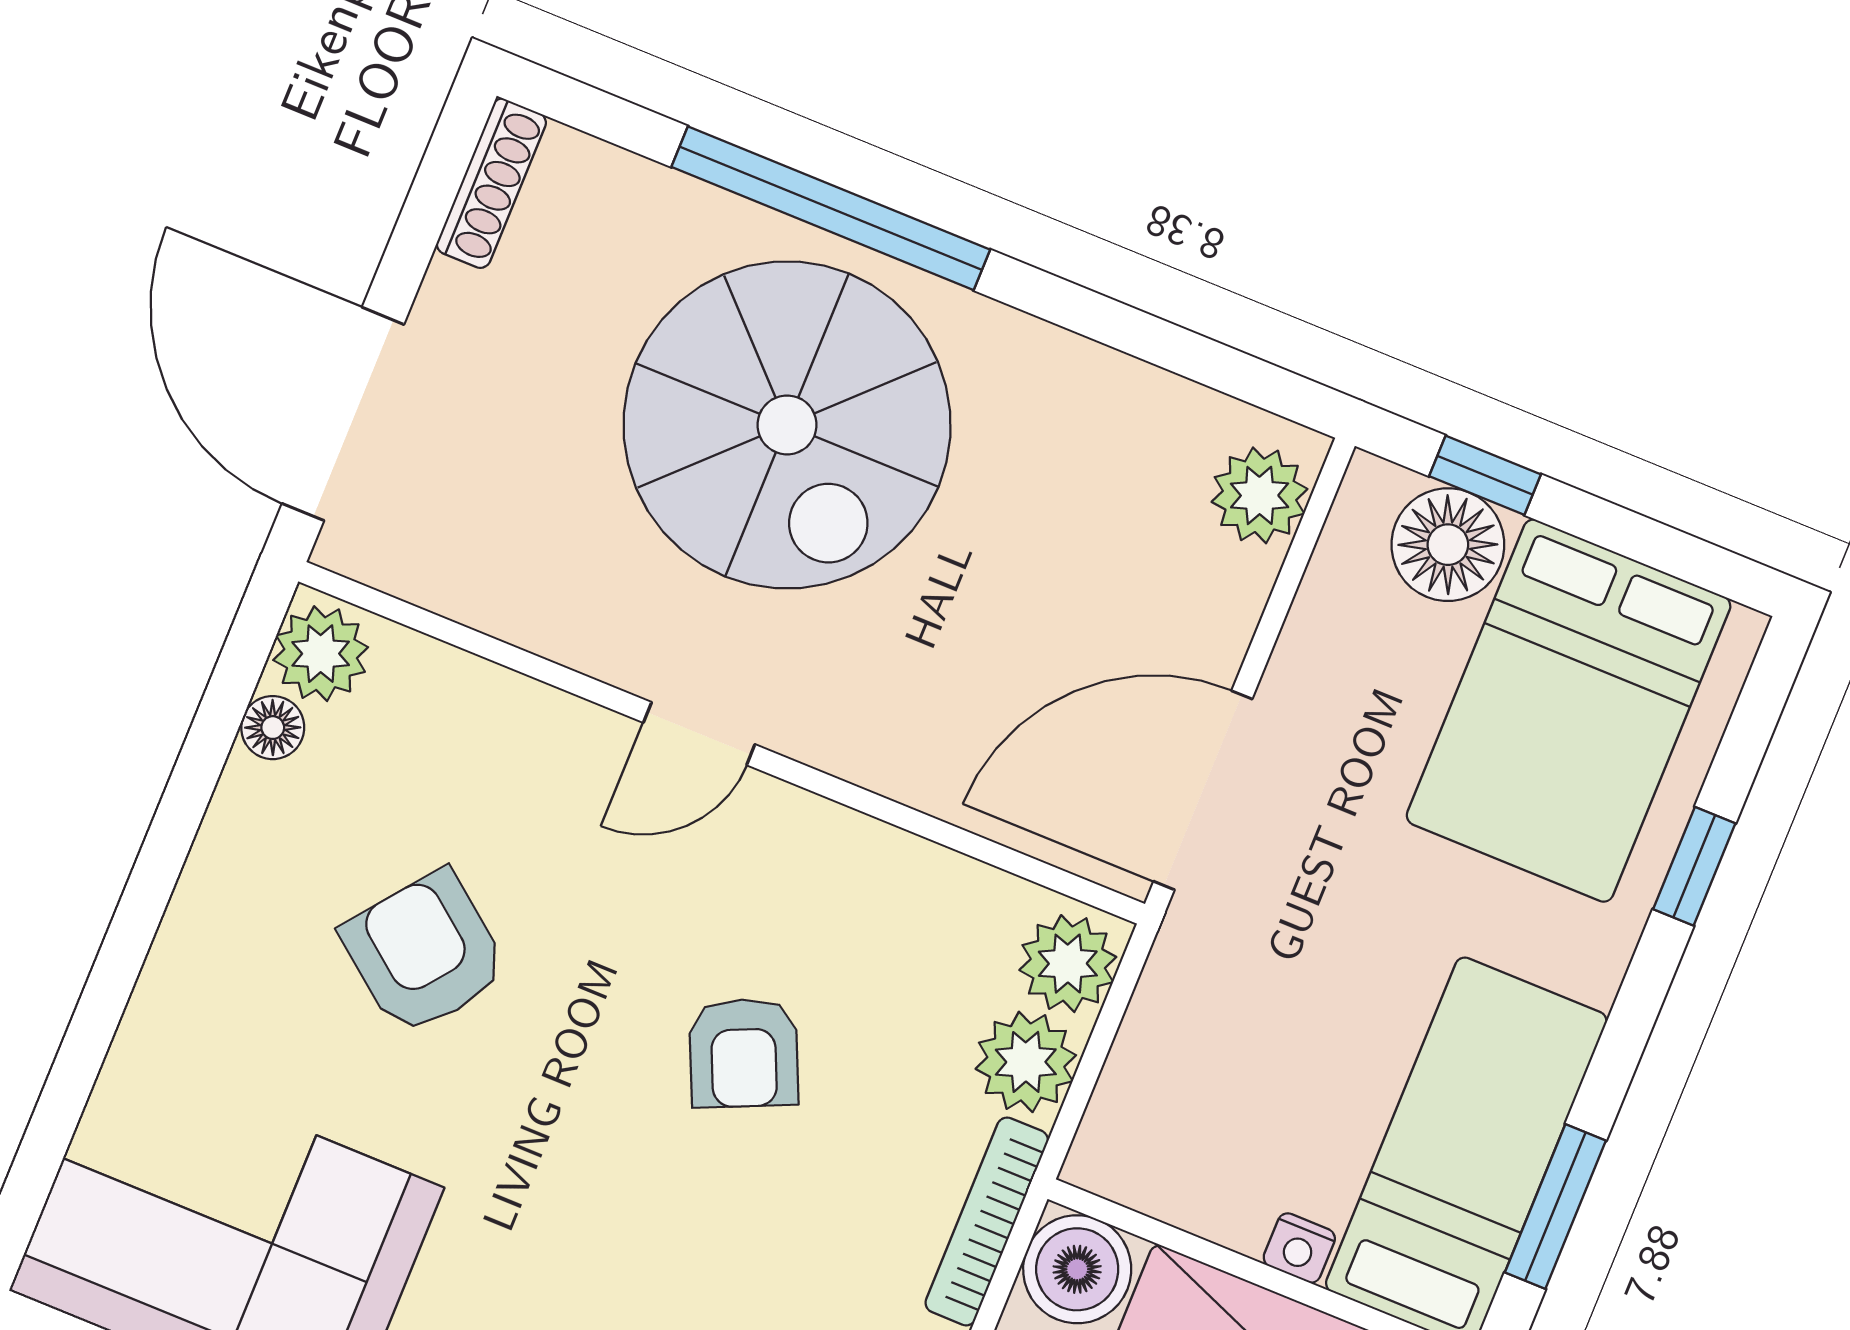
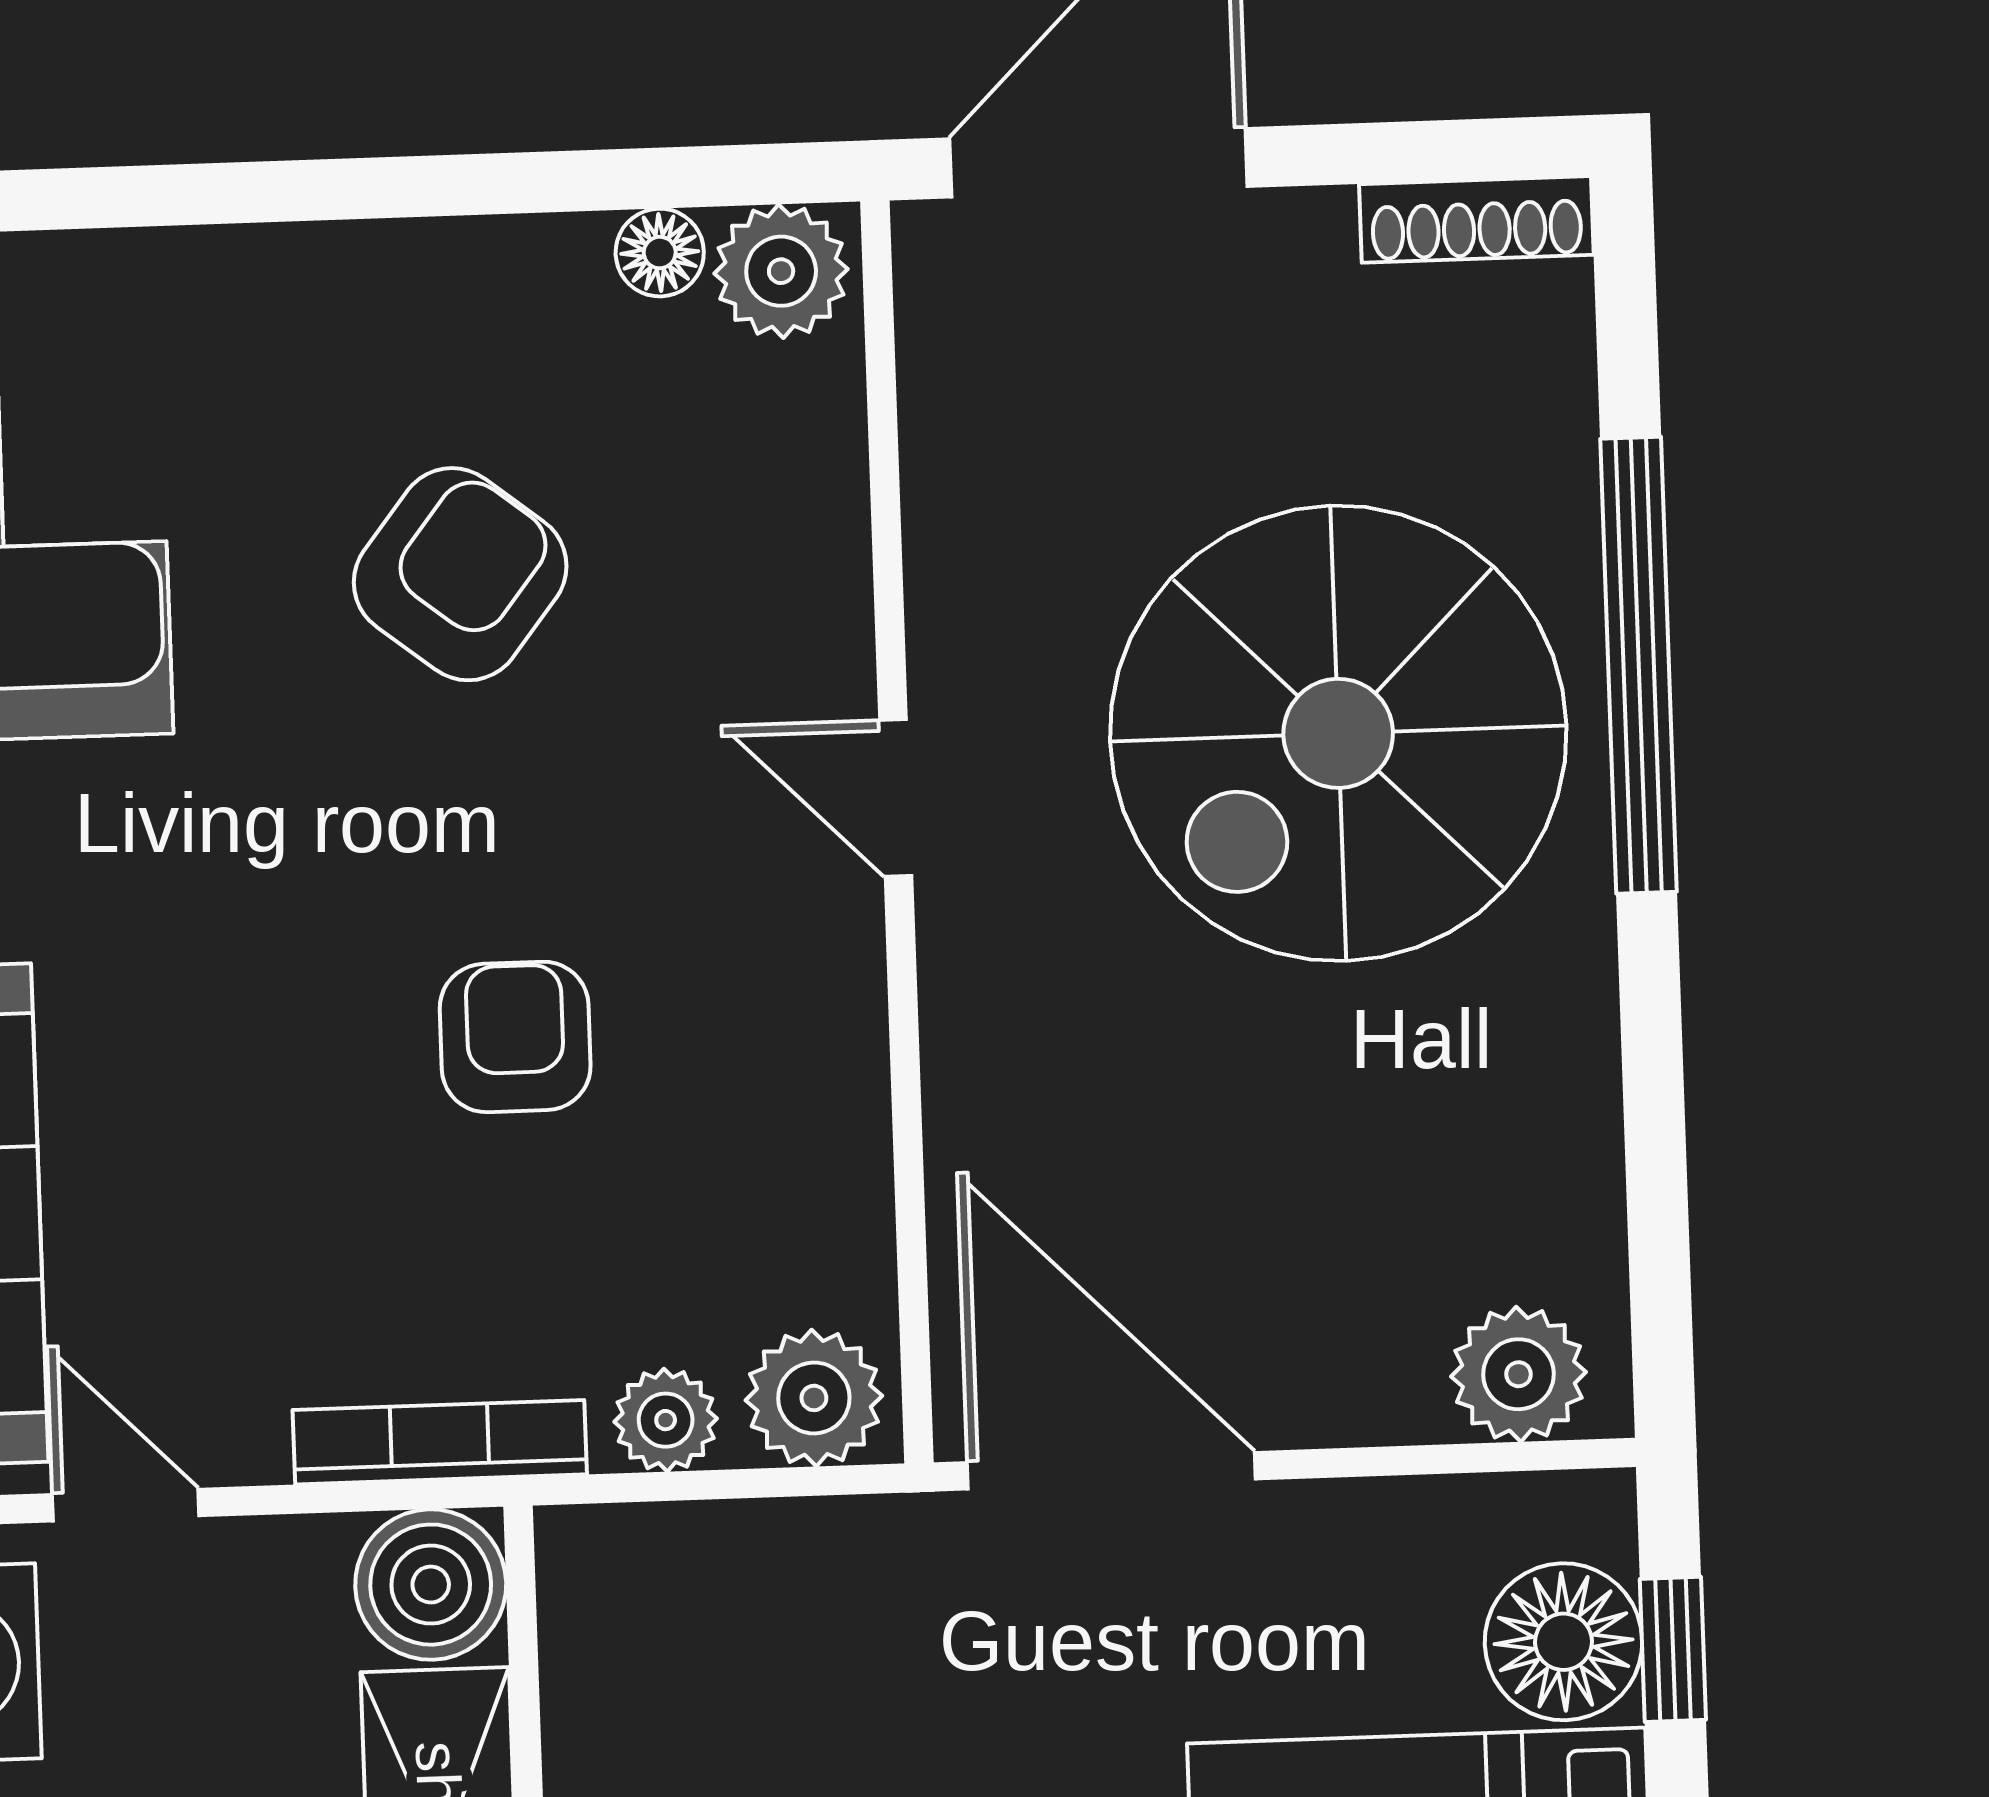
armchair: (744, 1053) -> (515, 1037), turned 114
plant: (1026, 1062) -> (666, 1420), width x0.73, depth x0.73

